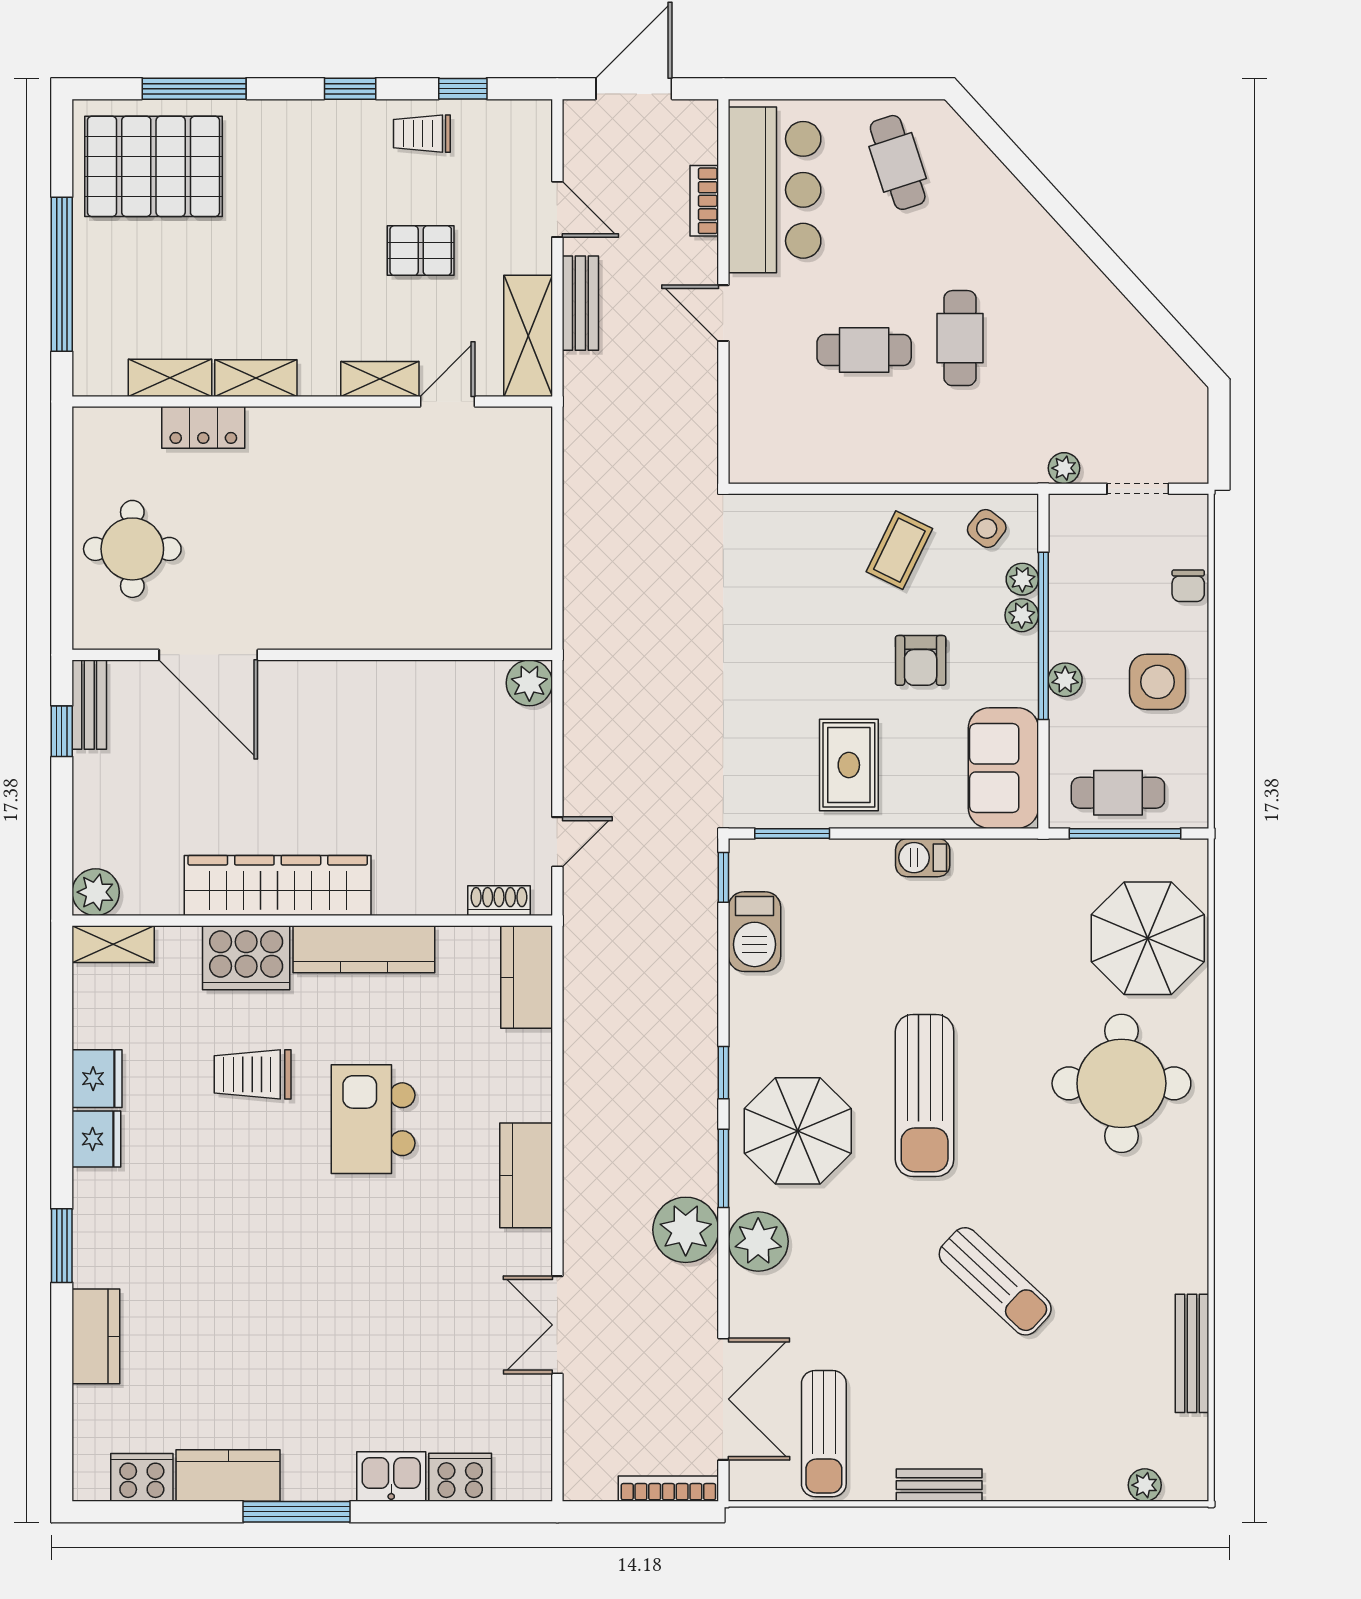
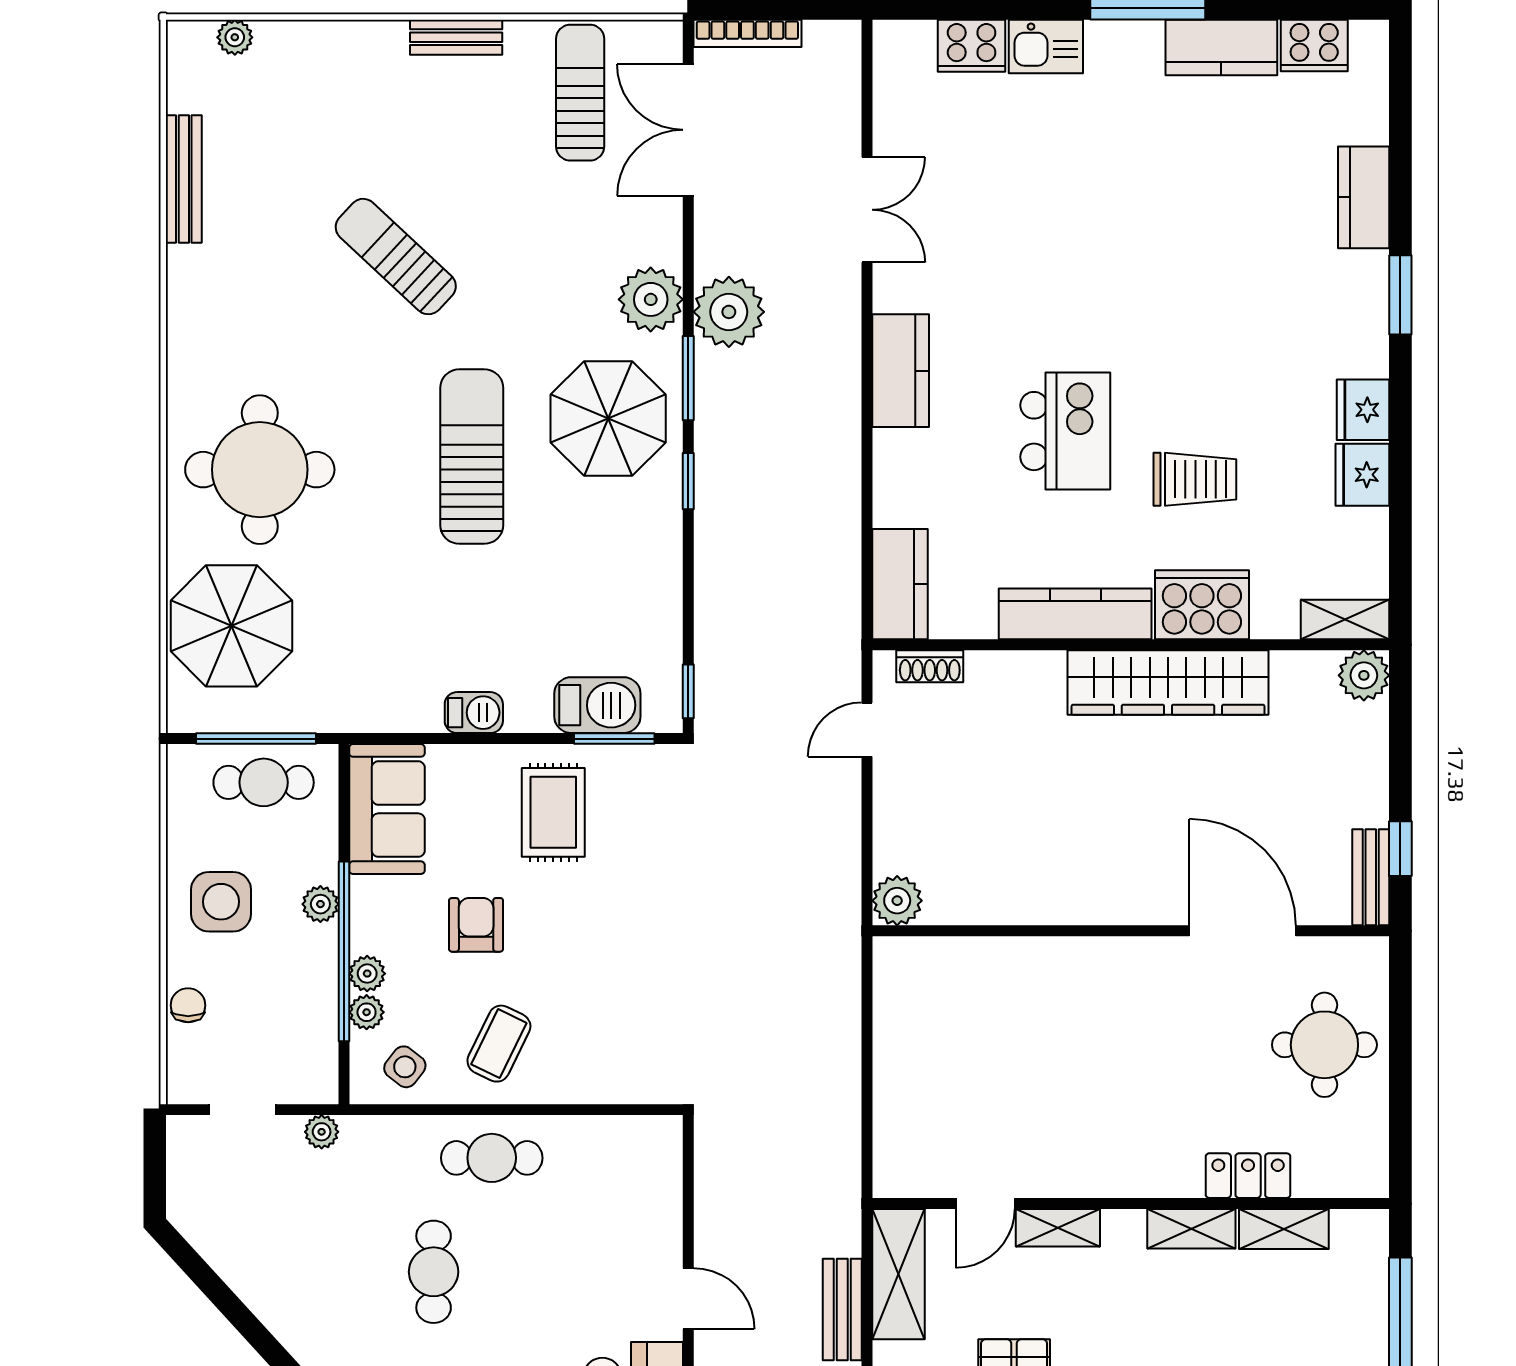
cafe table: (864, 350) -> (492, 1158), moved
barbecue: (755, 932) -> (597, 705), moved, turned 90

